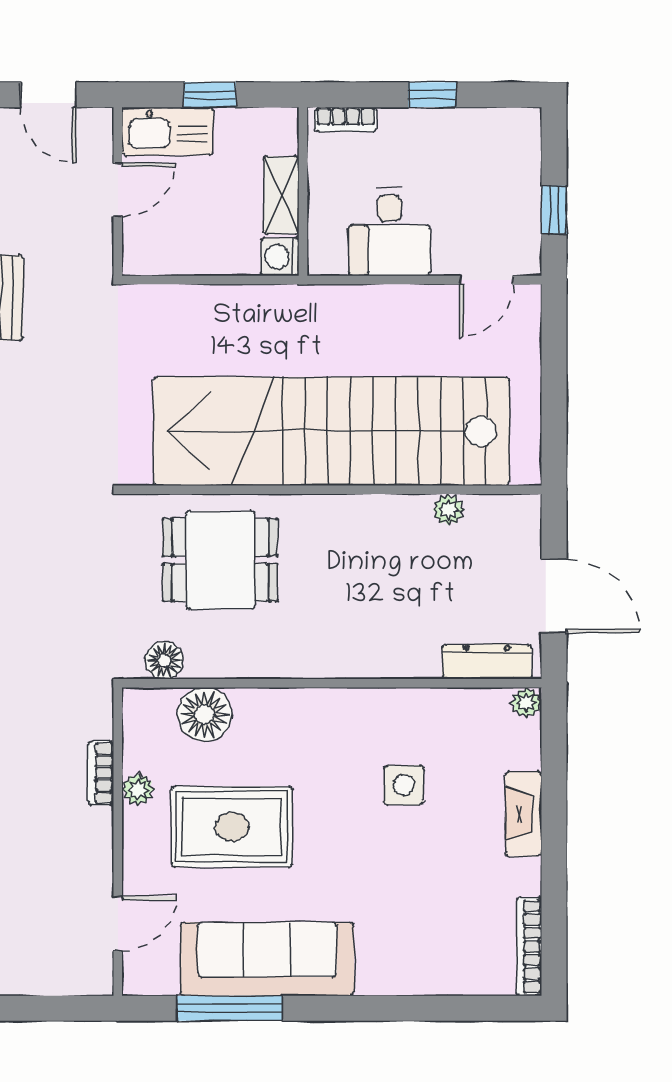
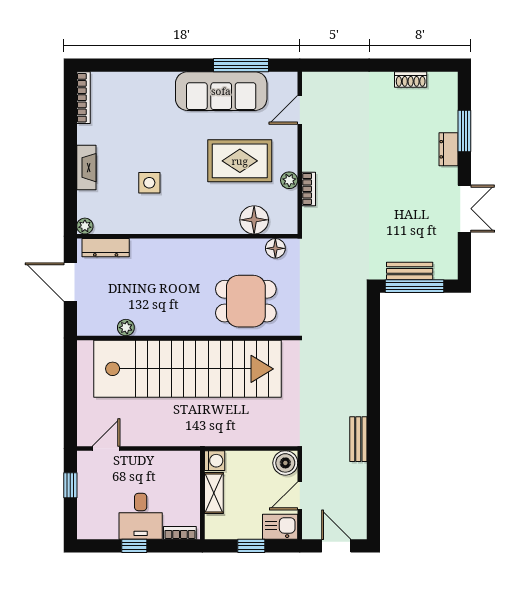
kitchen sink: (168, 131) -> (280, 527), width x0.73
desk: (389, 232) -> (141, 516), moved, turned 180
boiler: (145, 252) -> (285, 463), added

